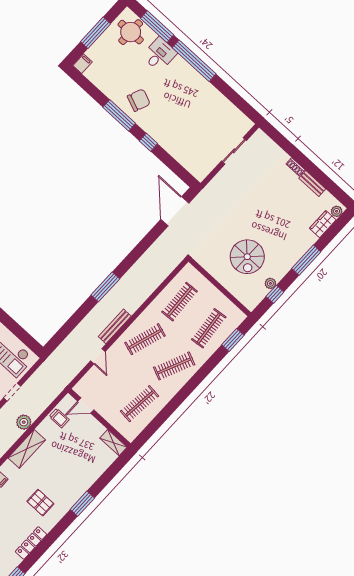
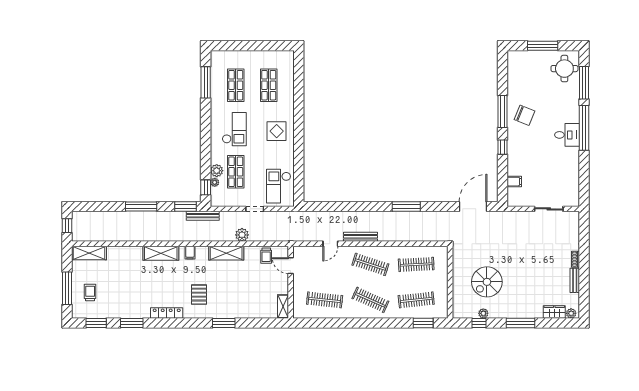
desk: (159, 54) -> (567, 135), moved
filing cabinet: (83, 64) -> (514, 182), moved
window: (105, 287) -> (406, 207), moved

